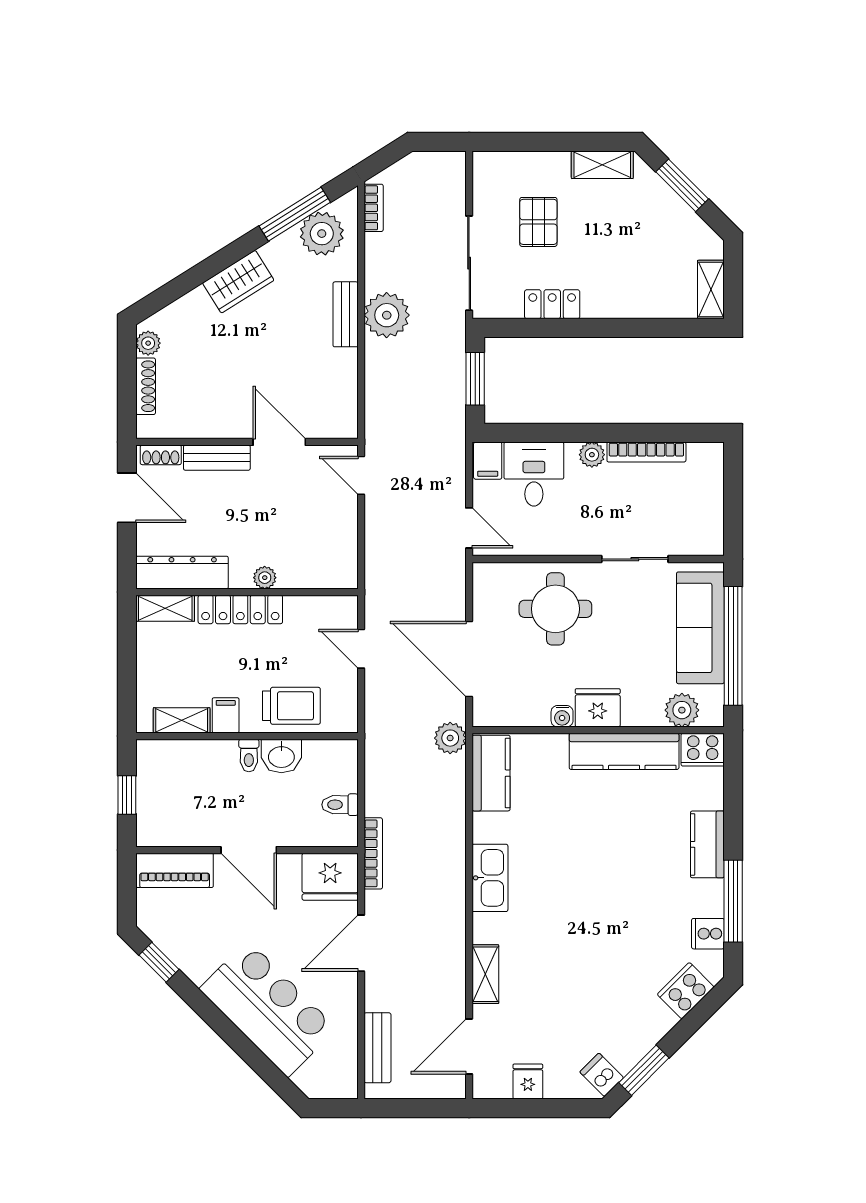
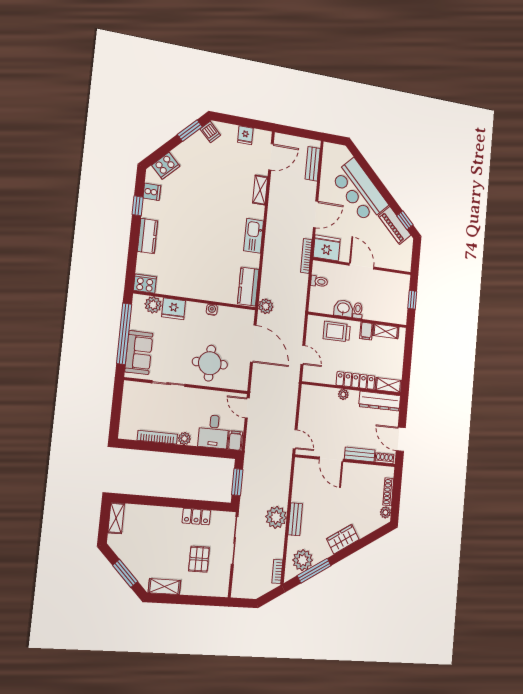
sofa: (700, 628) -> (139, 353), width x0.73
fridge: (598, 708) -> (174, 309), moved
kitchen counter: (624, 751) -> (184, 288), removed
piano: (175, 870) -> (395, 225), moved, turned -135
window: (733, 901) -> (138, 206), width x0.46

